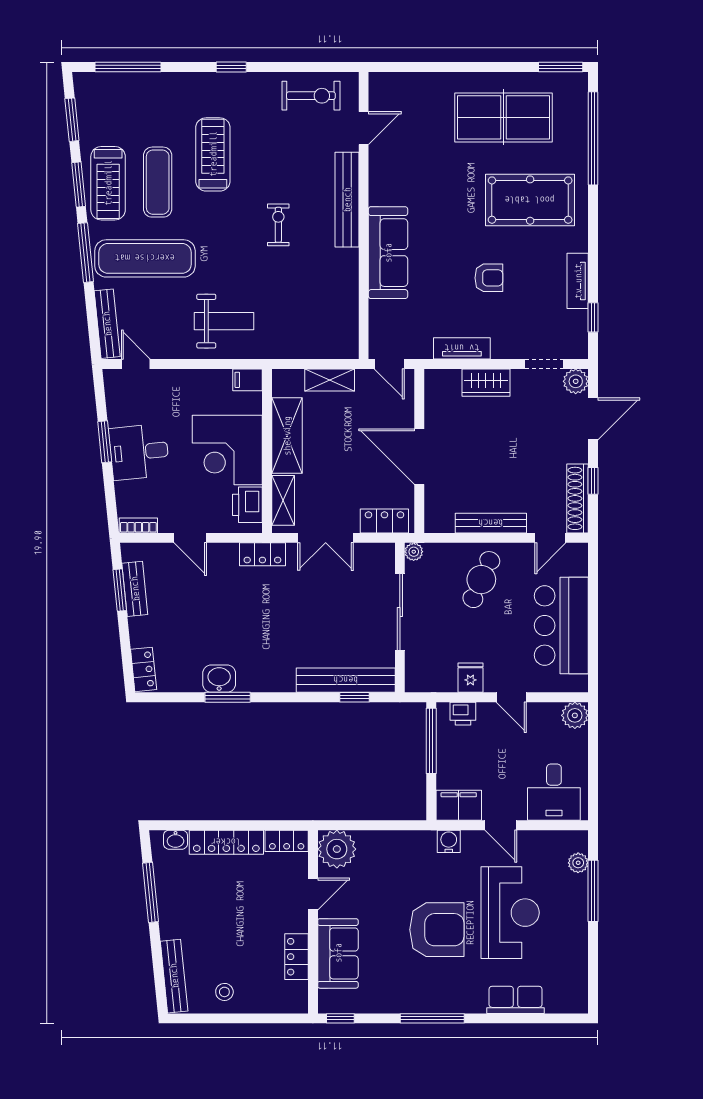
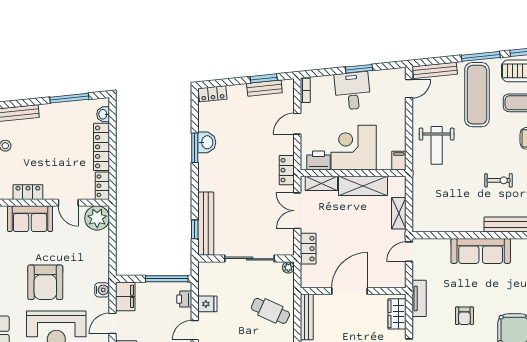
wall: (419, 451) -> (353, 291), moved
door: (419, 457) -> (350, 291), moved

